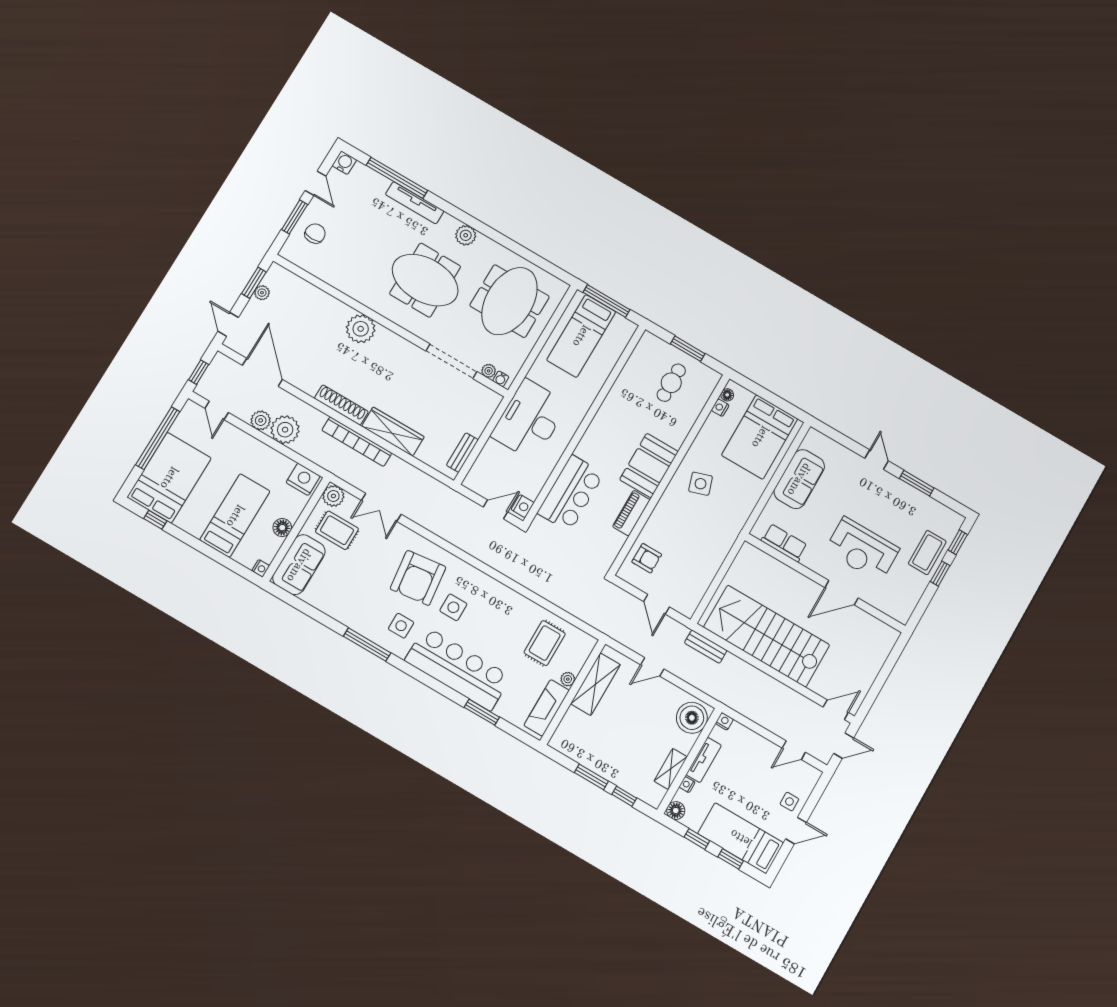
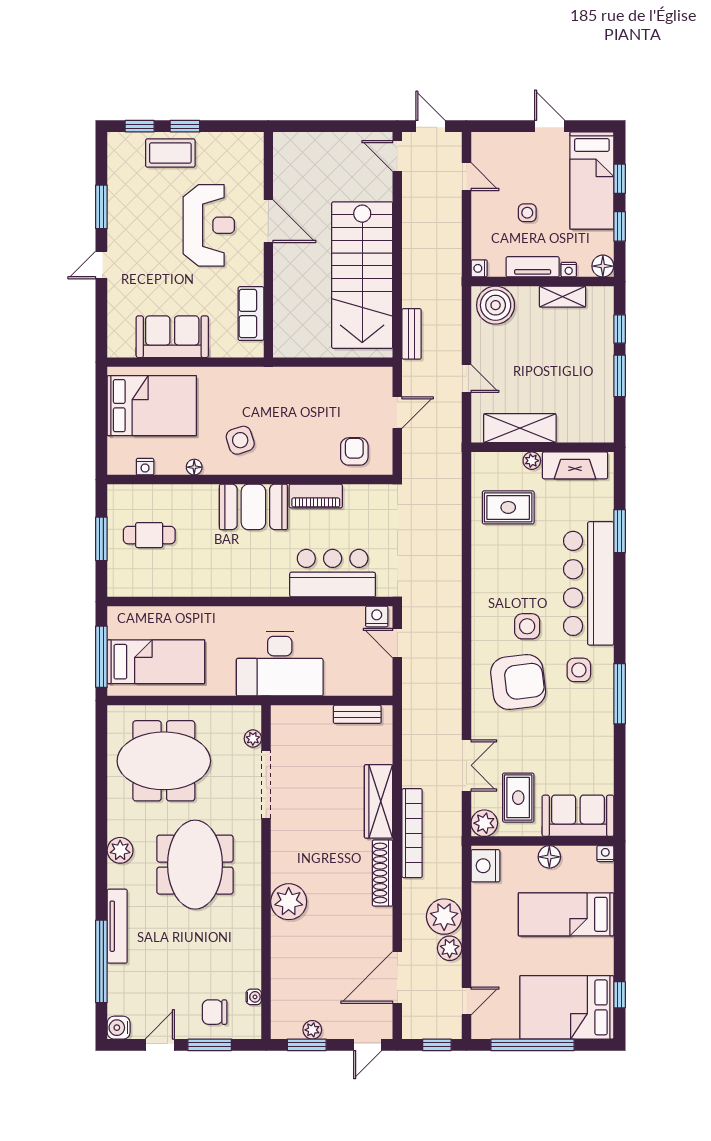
water cooler: (501, 379) -> (254, 997), moved
floor lamp: (727, 395) -> (194, 467), moved
side table: (789, 802) -> (527, 213), moved

